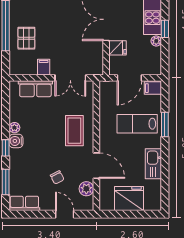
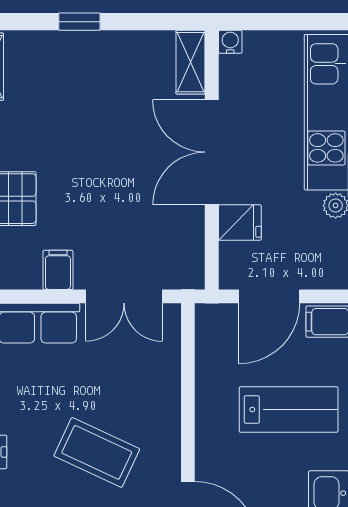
lab bench: (137, 124) -> (289, 410), turned 180
coffee table: (74, 131) -> (97, 452), moved, turned -65

